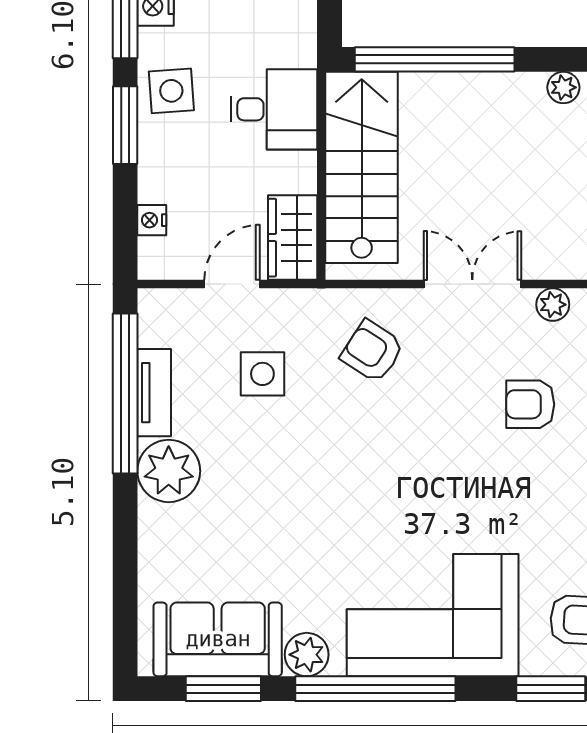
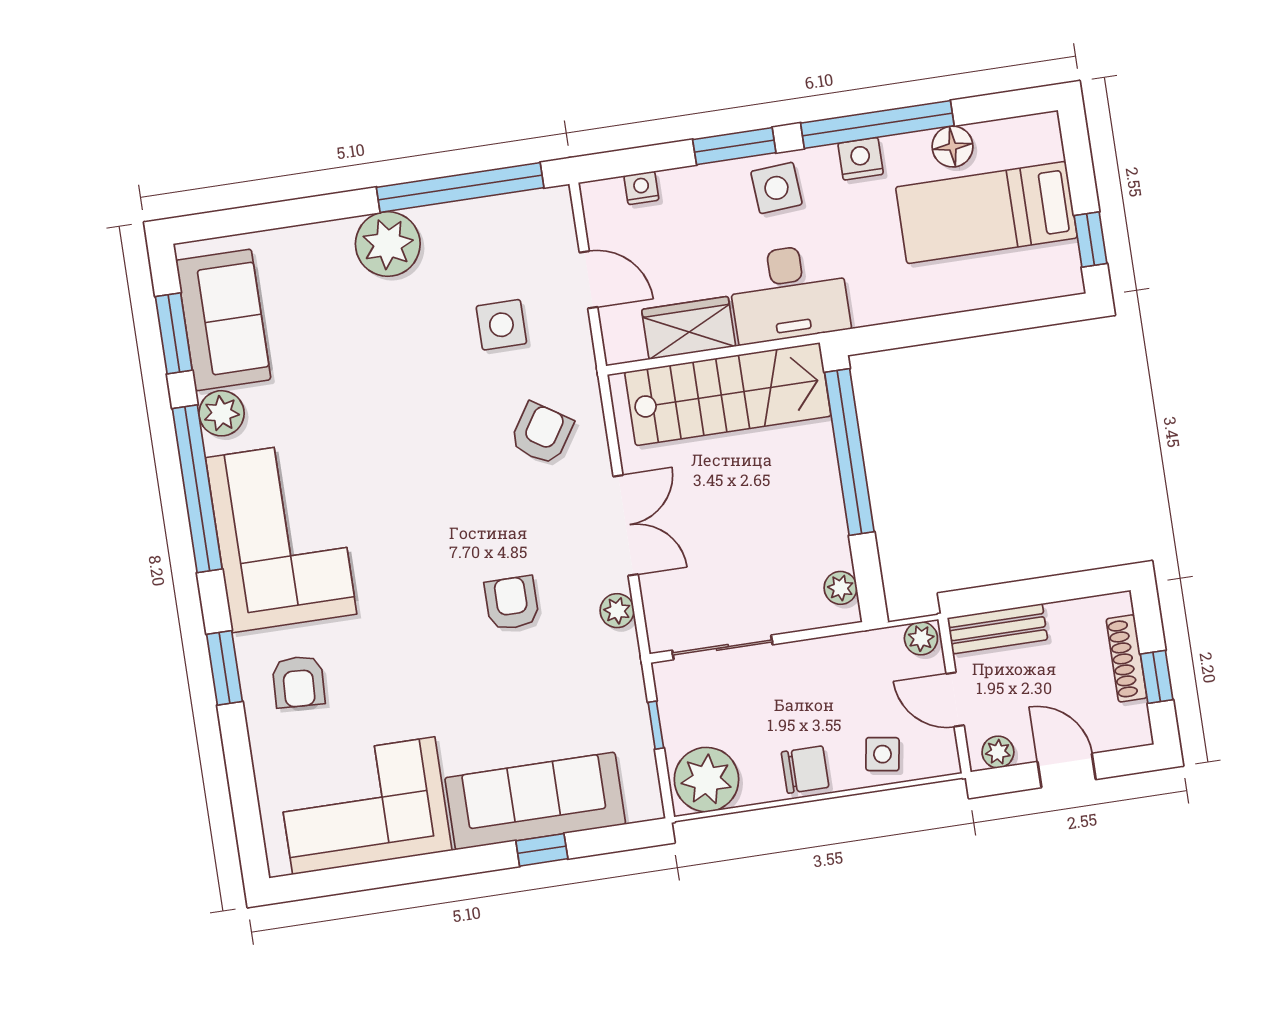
desk: (274, 109) -> (789, 293), width x1.37
wardrobe: (293, 238) -> (689, 328), moved
tv unit: (154, 393) -> (465, 217), removed

